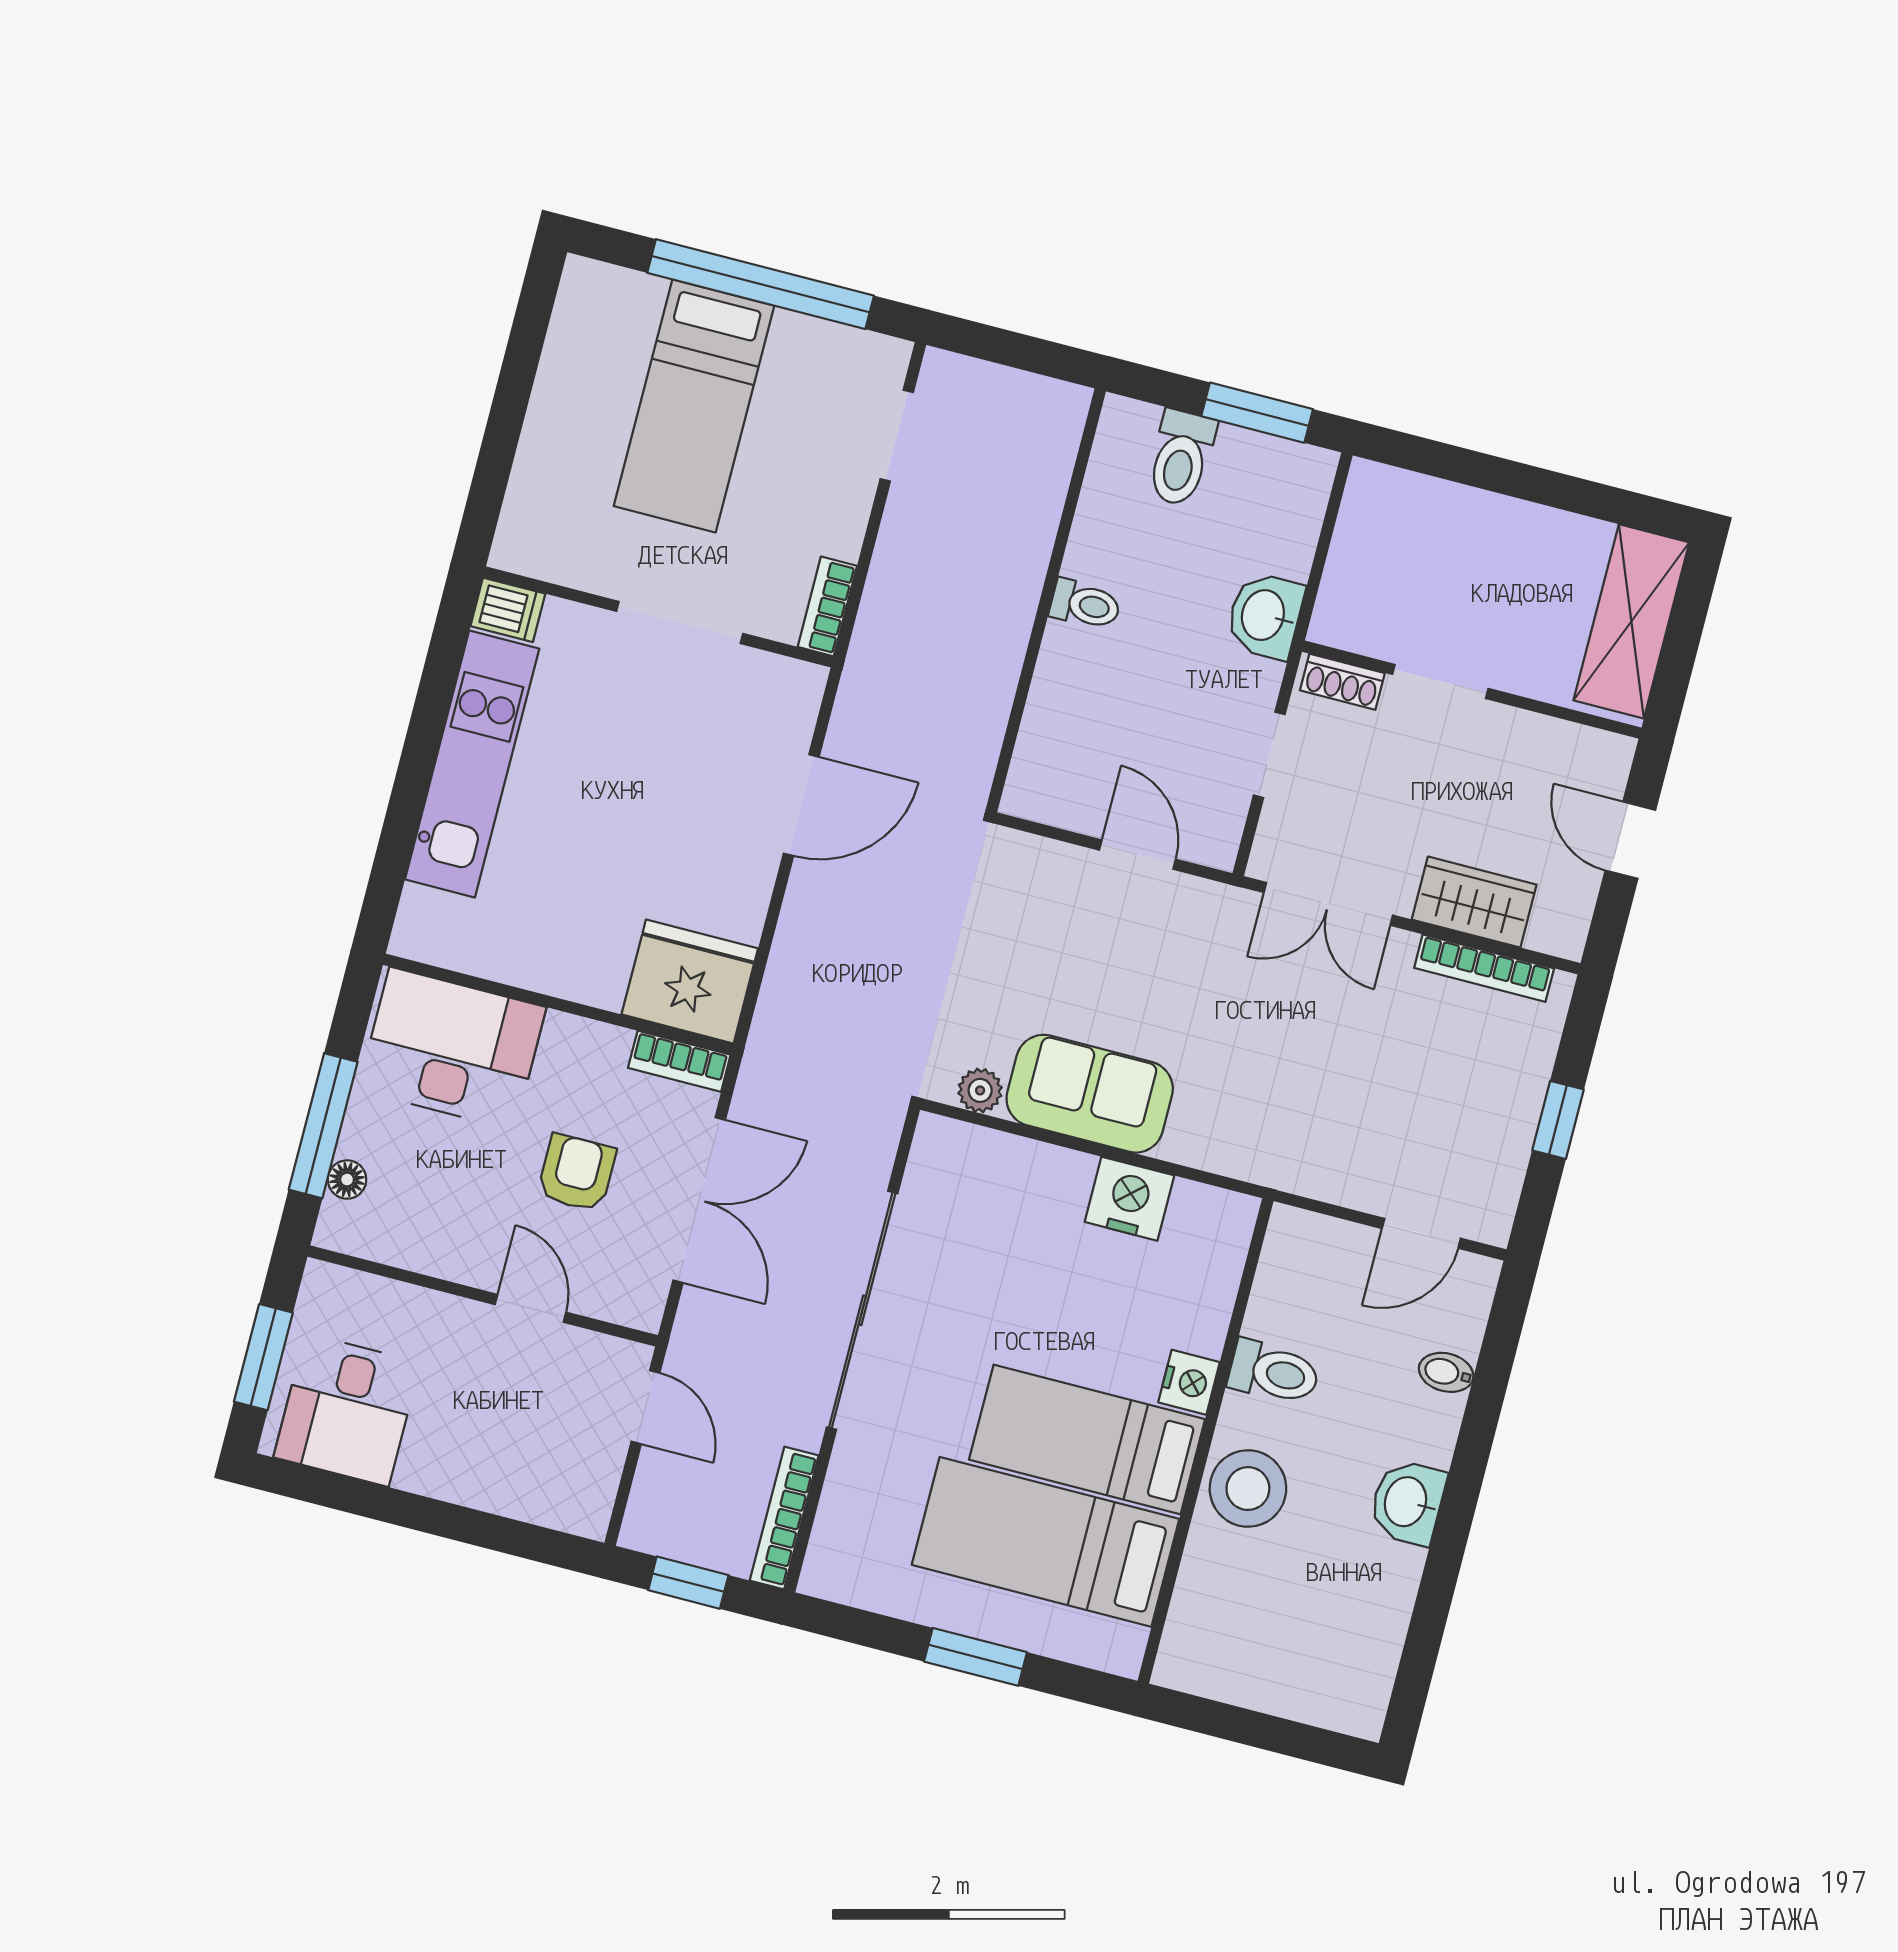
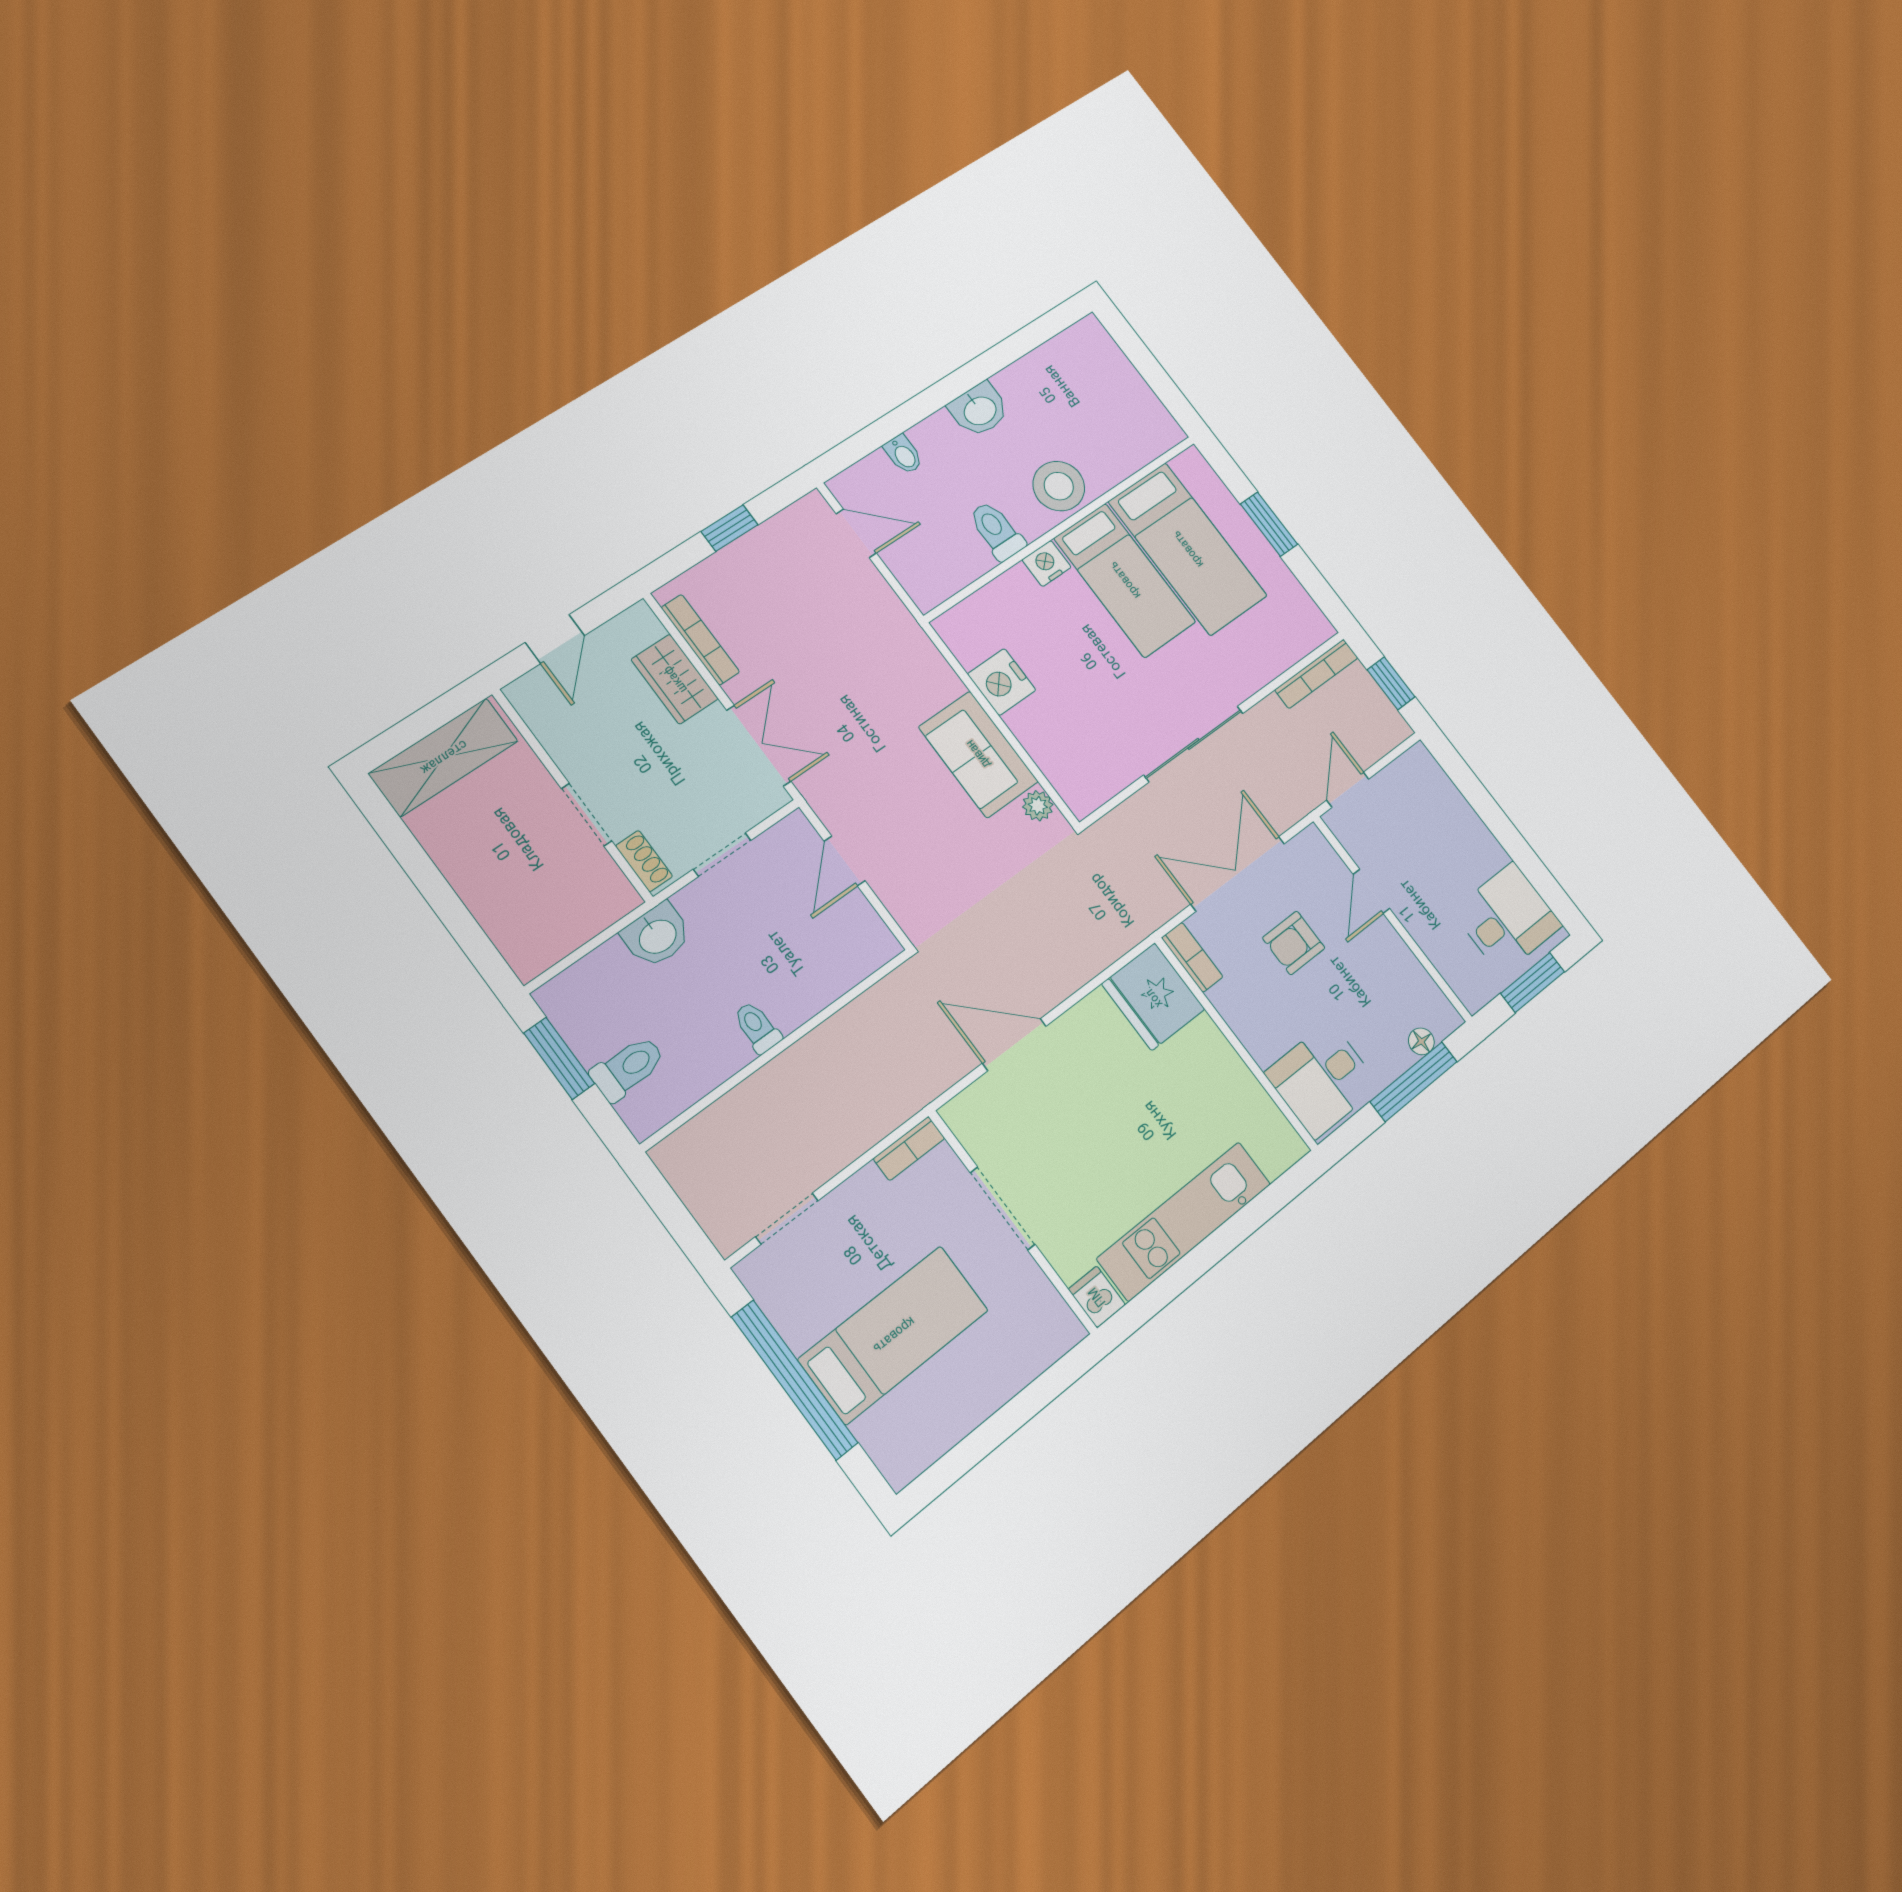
desk: (452, 1049) -> (1322, 1079), width x0.73
sliding door: (862, 1310) -> (1194, 744), width x0.73

